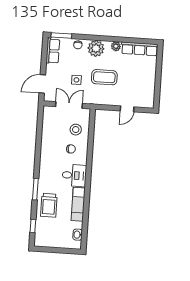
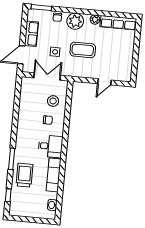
row of seats: (53, 51) -> (31, 34), moved
trolley: (49, 205) -> (24, 175), turned 180

